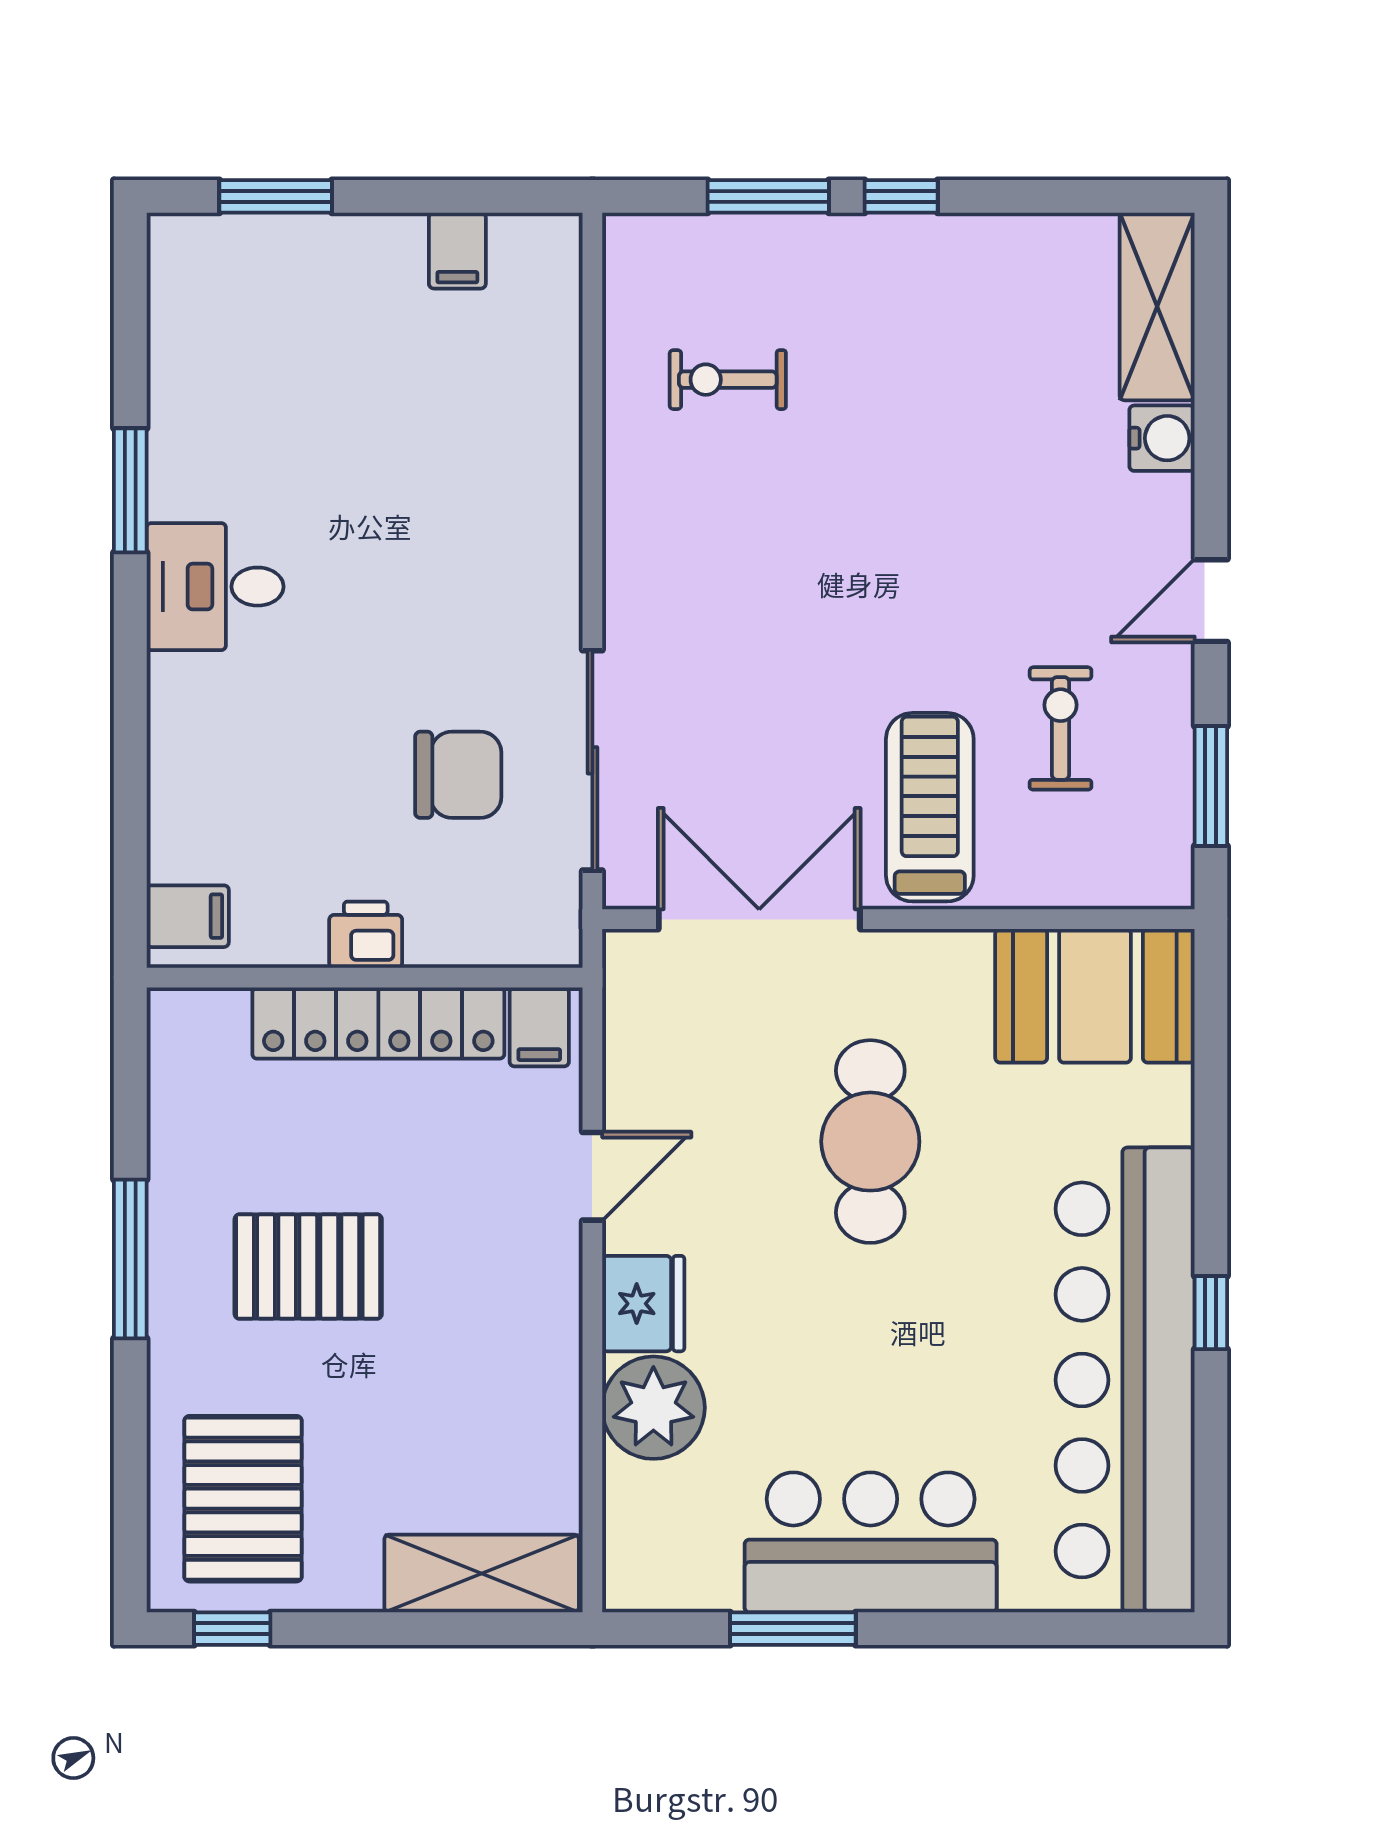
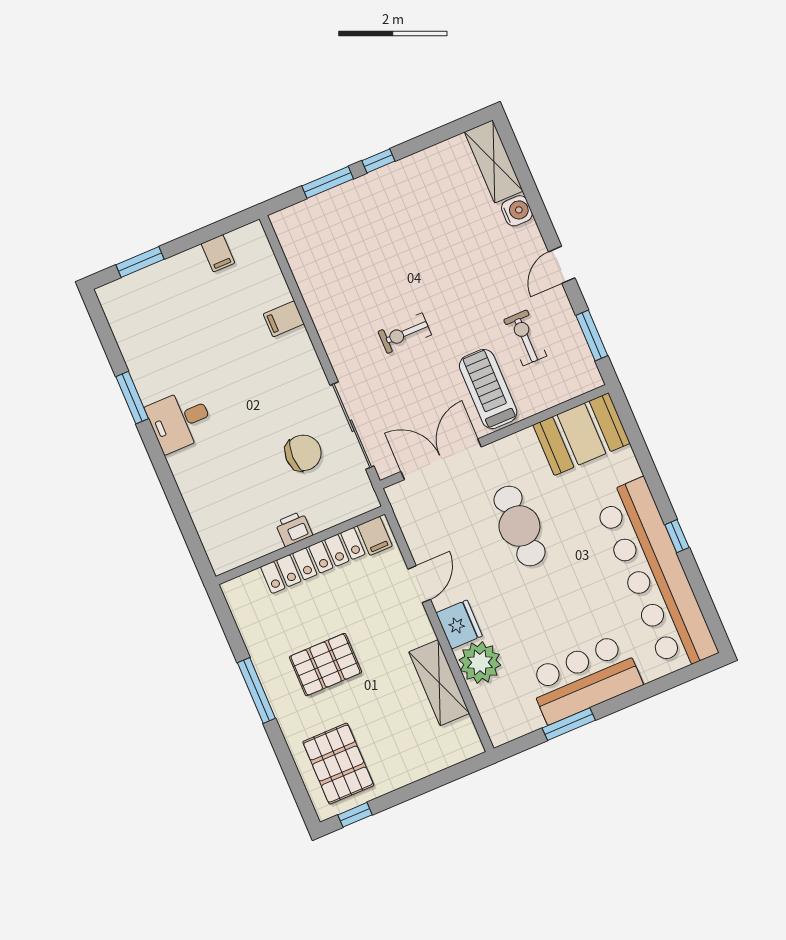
exercise bike: (728, 380) -> (405, 333), moved
filing cabinet: (188, 916) -> (284, 319), moved, turned 180
shelving: (482, 1573) -> (439, 683), moved, turned 90

